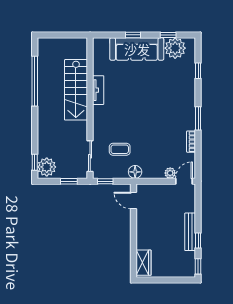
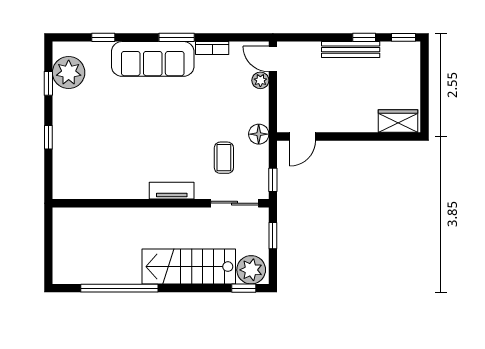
sofa: (137, 49) -> (153, 59), moved, turned 90
stairs: (76, 90) -> (189, 267), moved, turned 180
tv unit: (98, 90) -> (172, 191), moved

